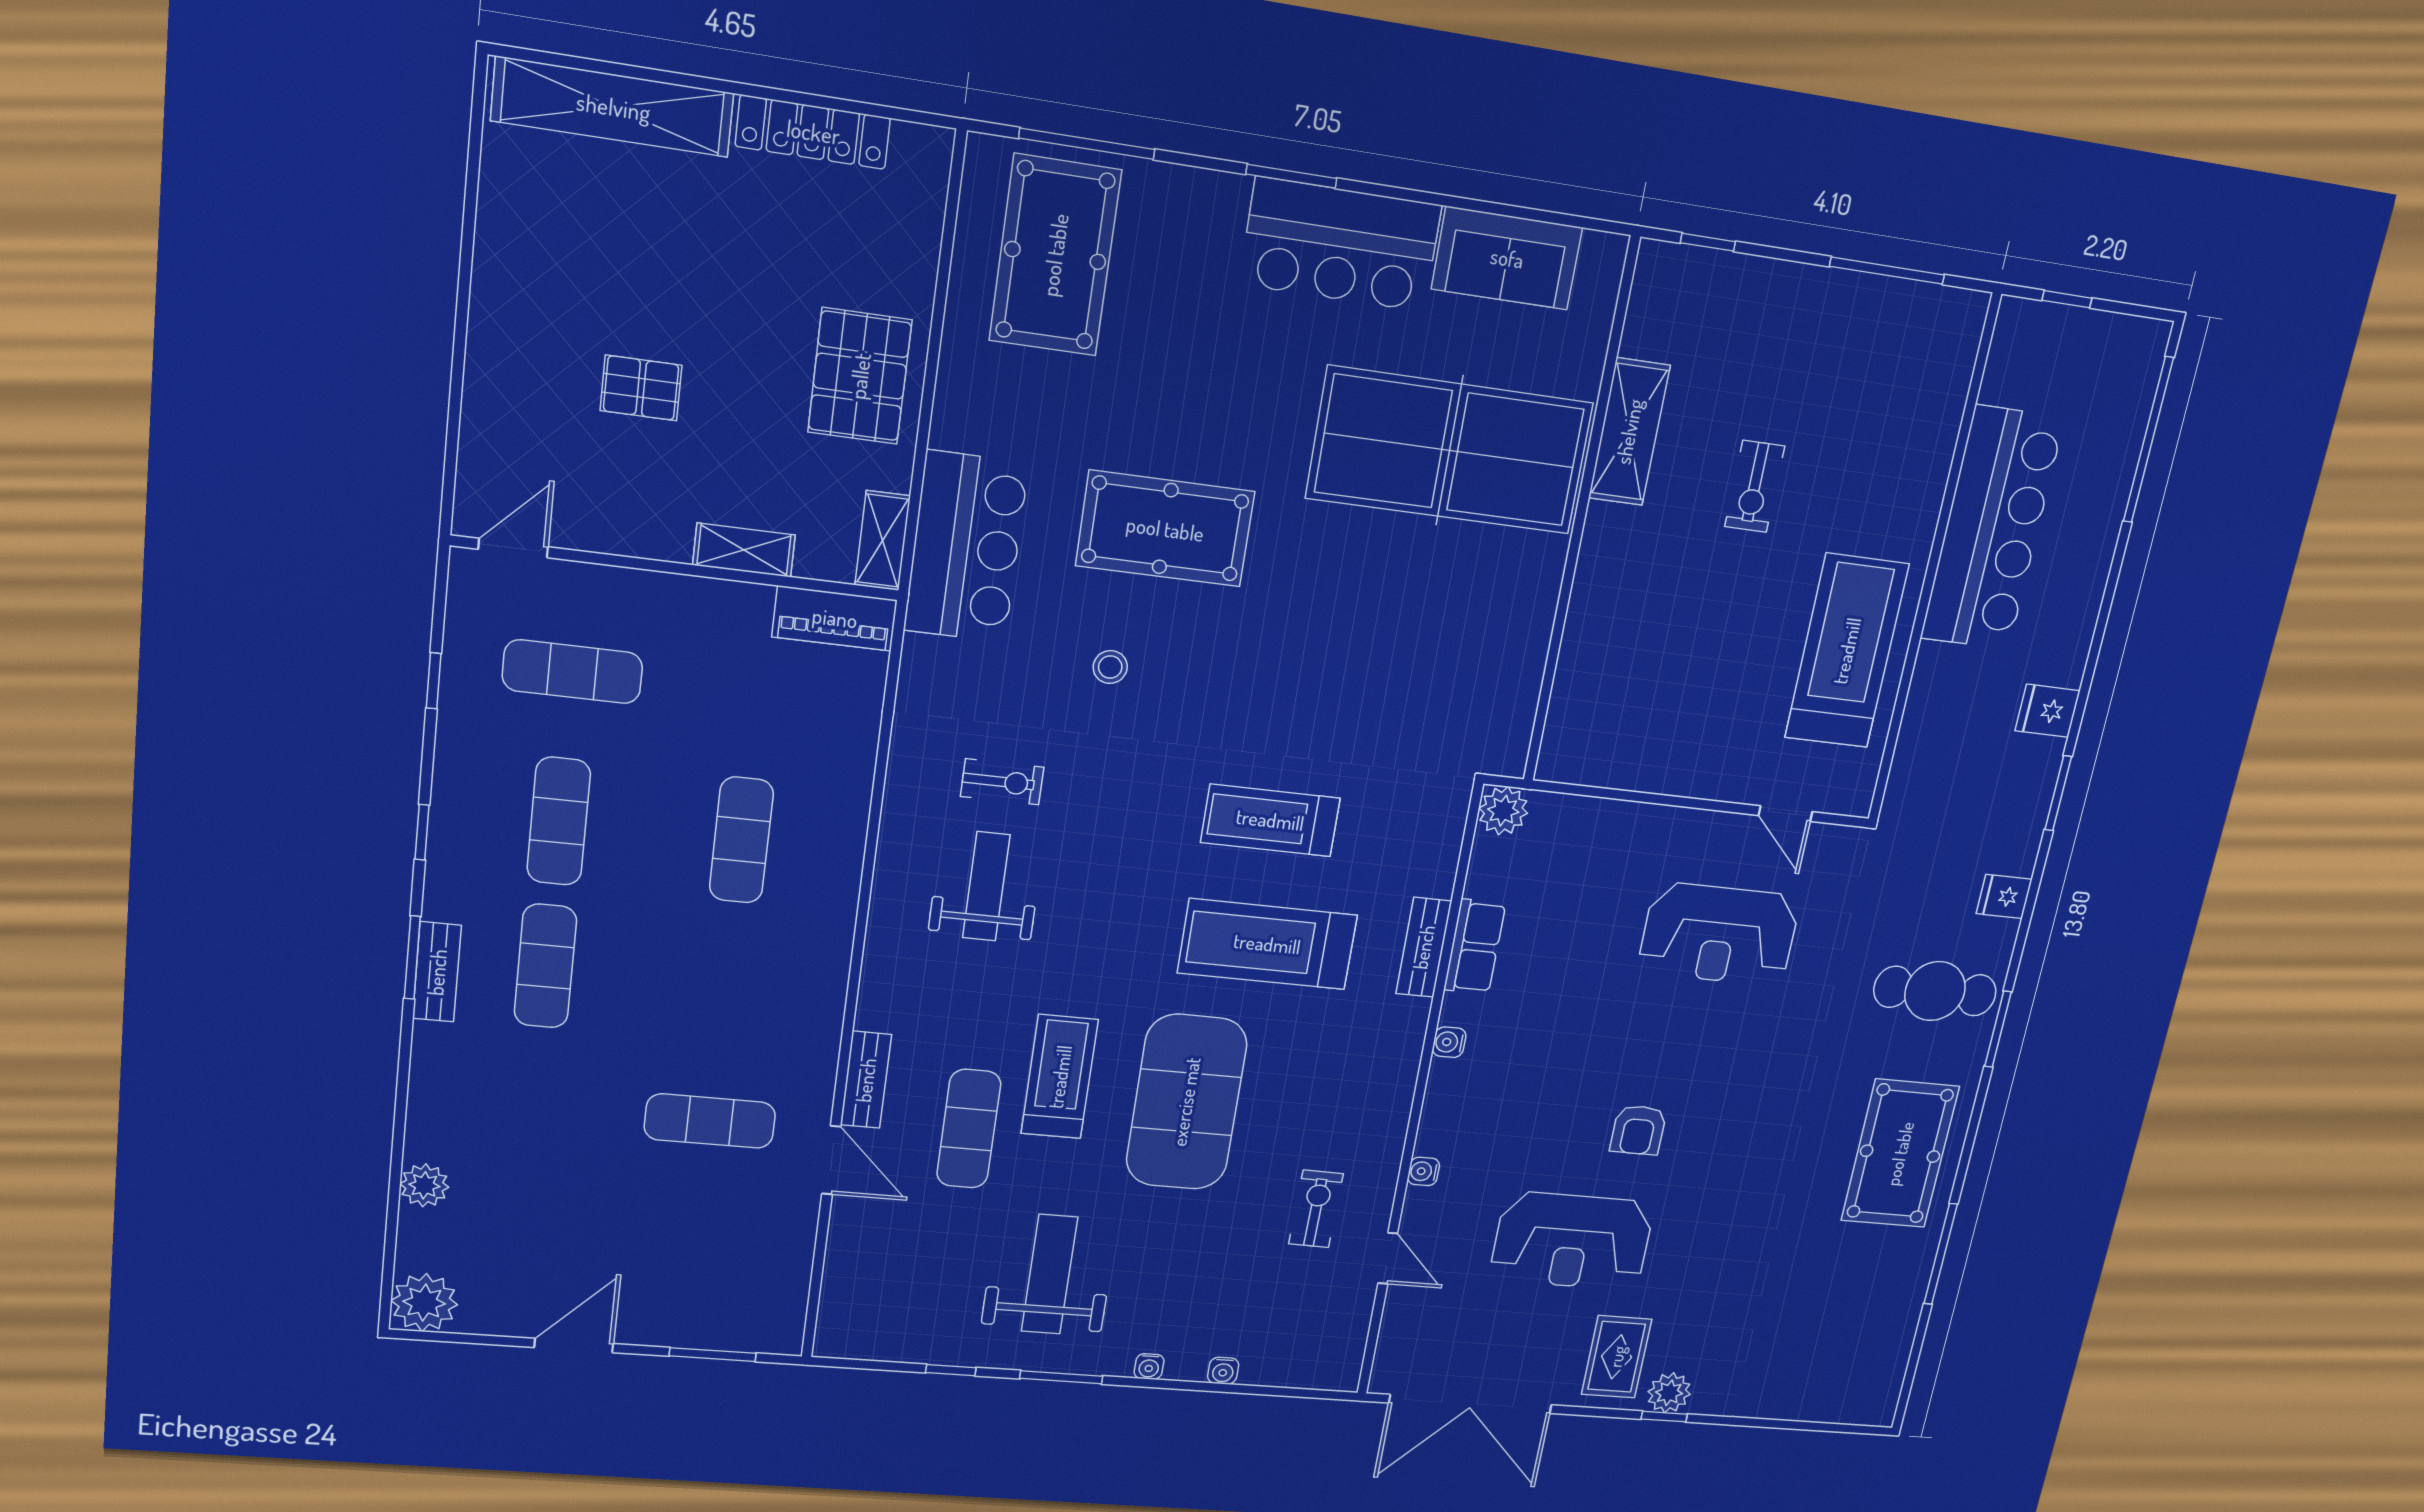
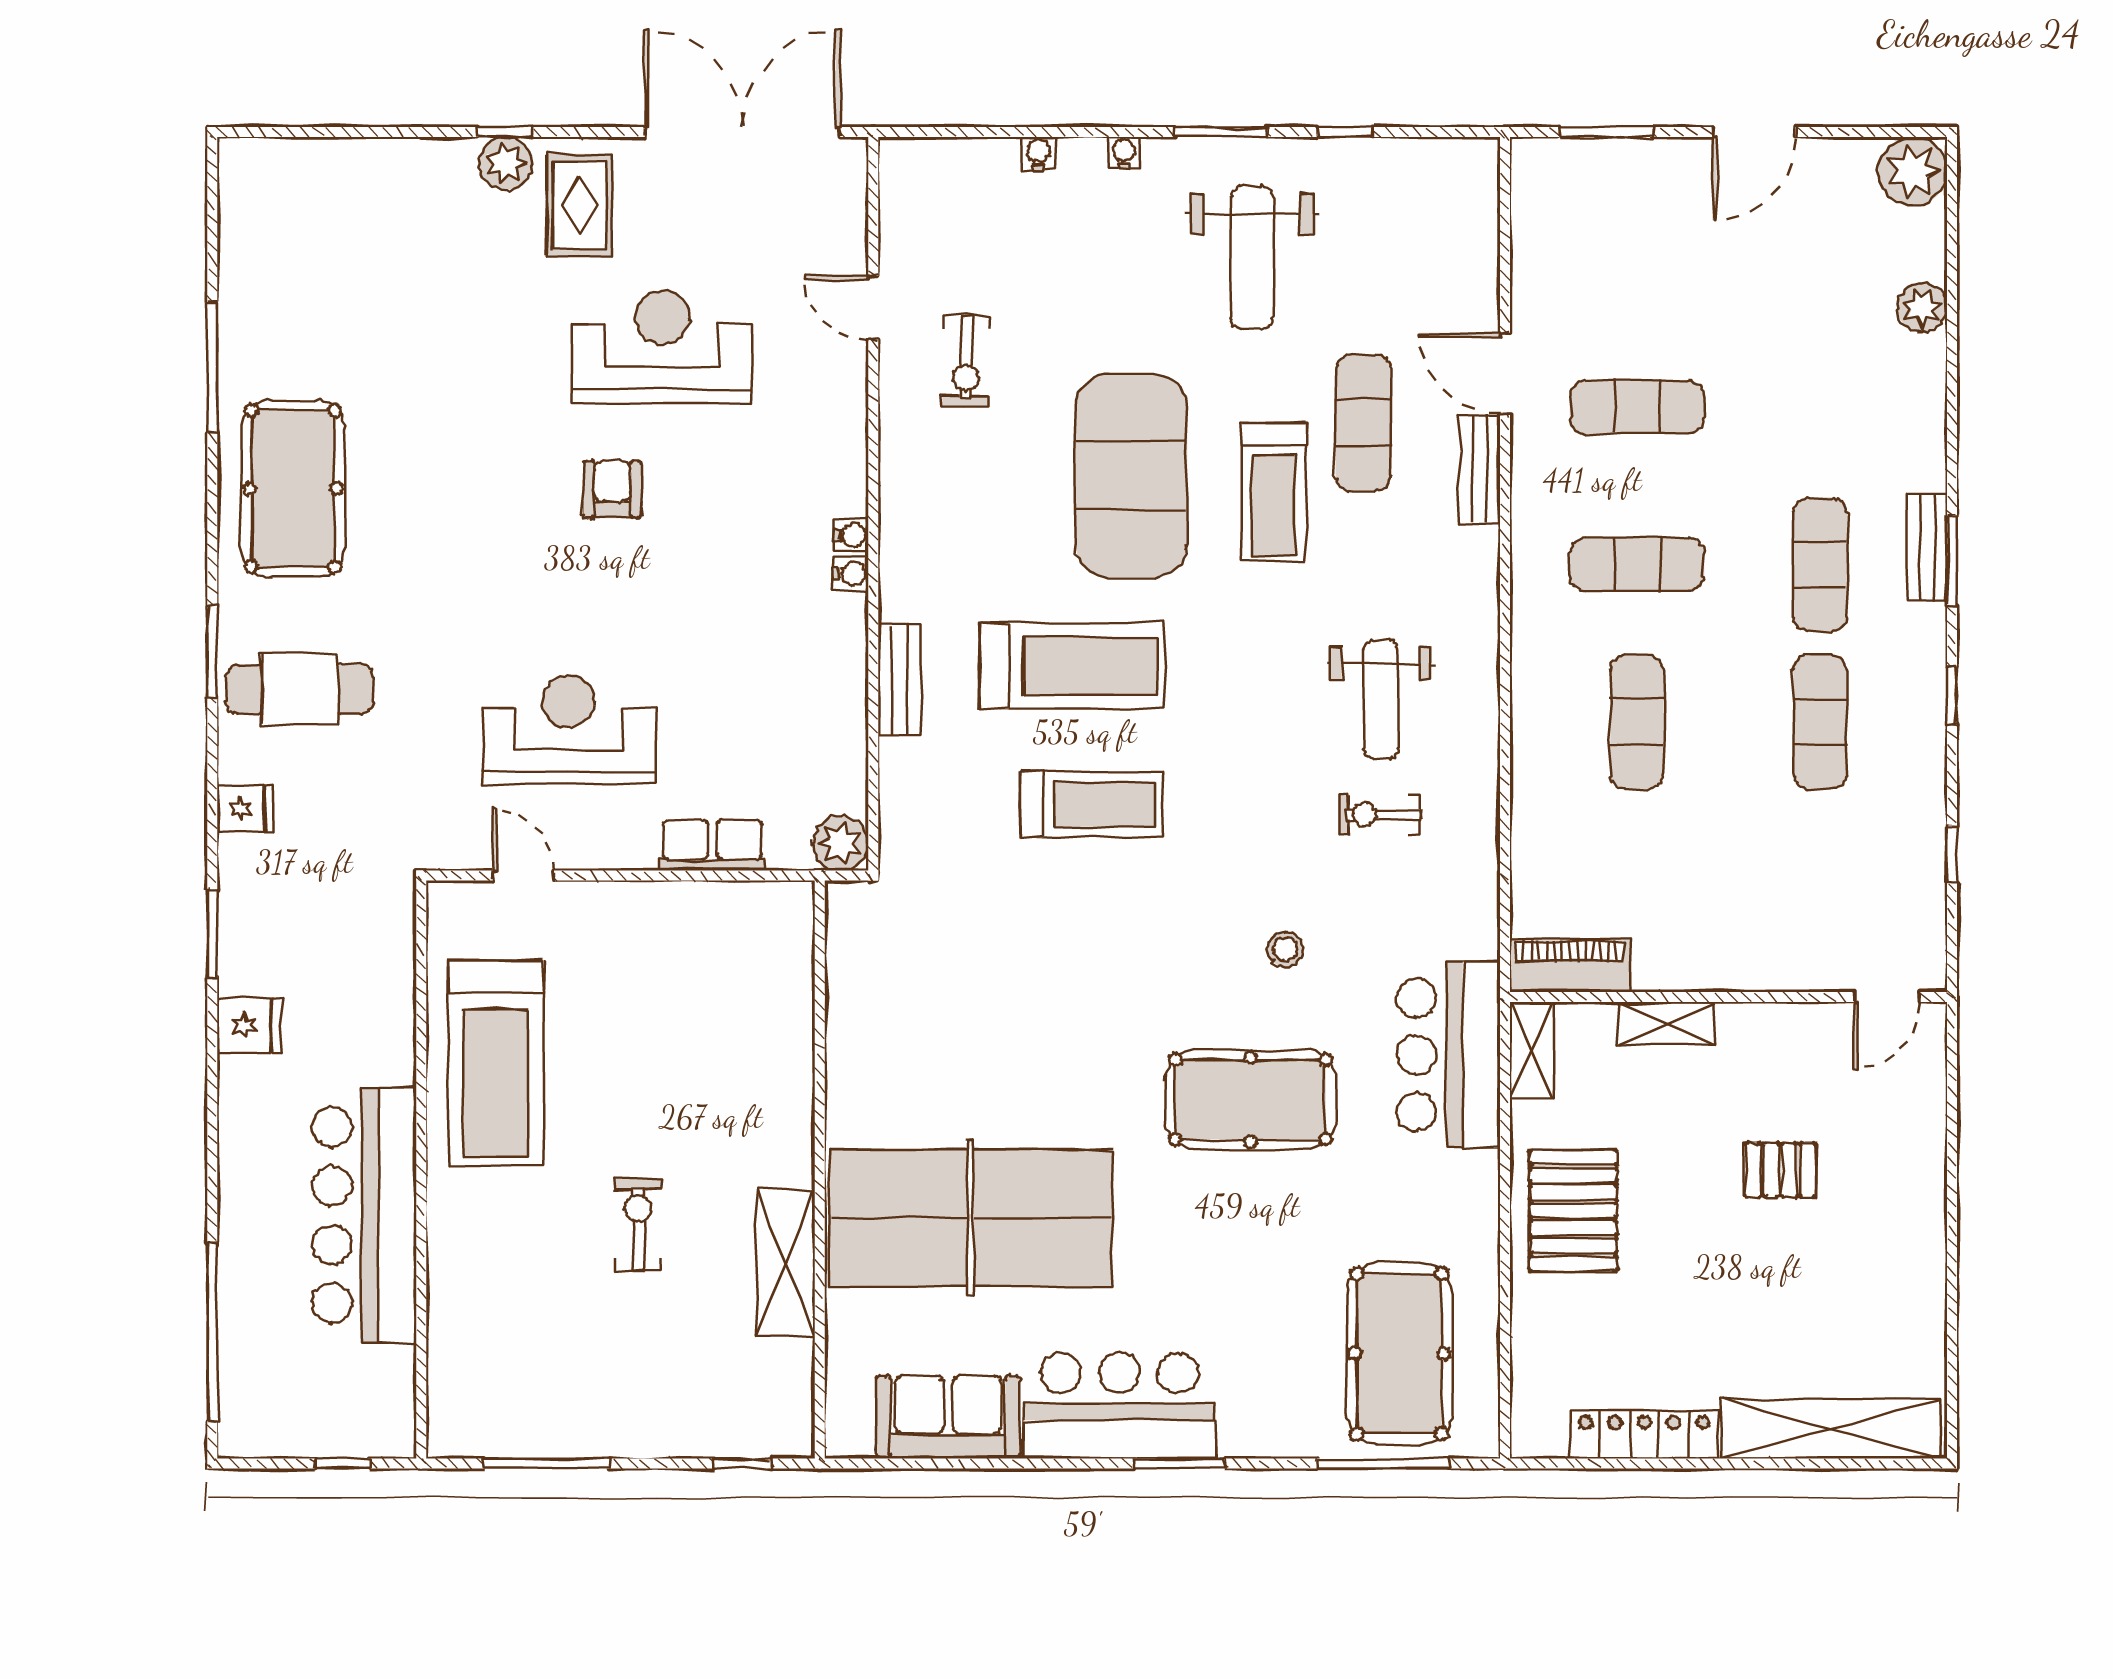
exercise mat: (572, 672) -> (1637, 564), moved
row of seats: (1475, 947) -> (712, 845), moved, turned 90
water cooler: (1424, 1171) -> (851, 535), moved

